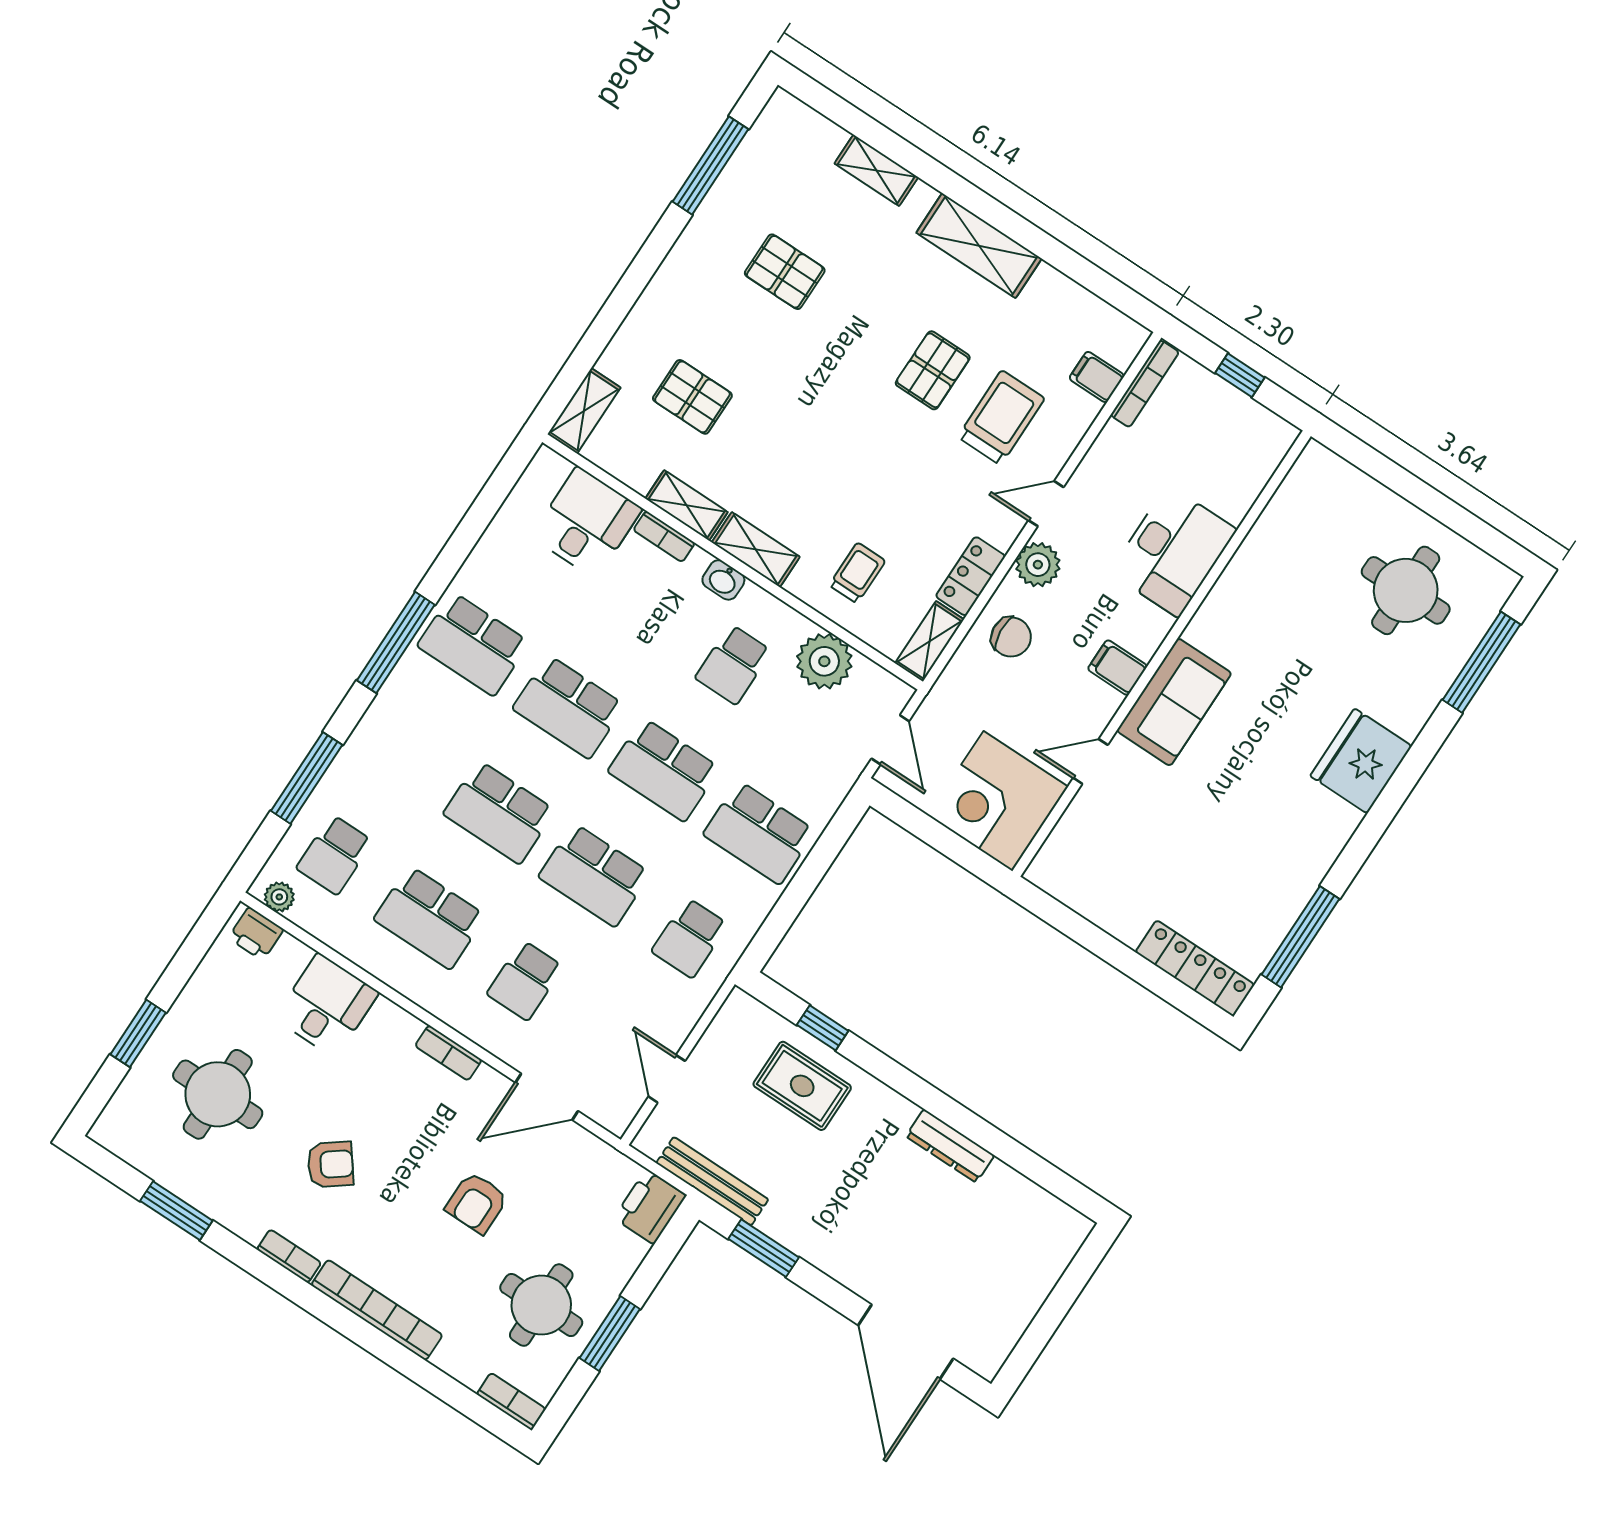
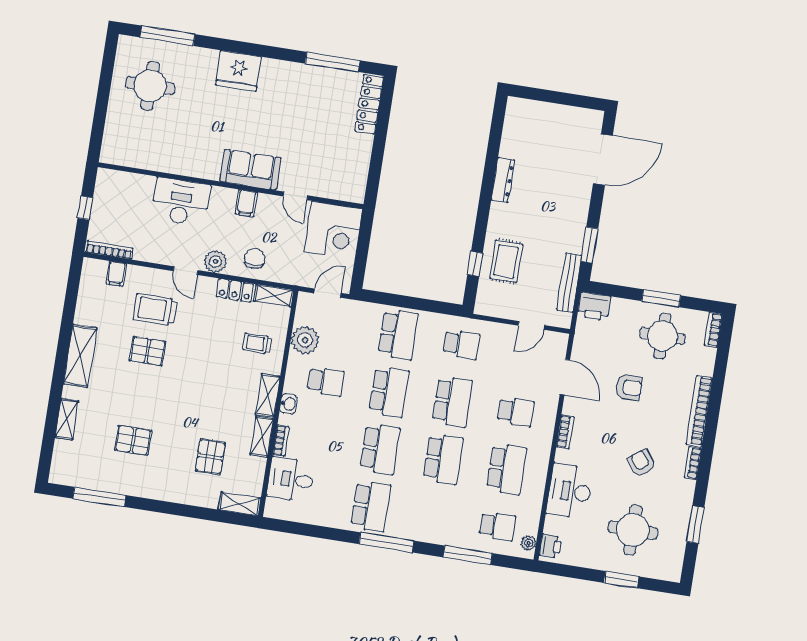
pallet: (785, 272) -> (133, 440), turned 90
desk: (327, 1005) -> (570, 491), width x1.37

